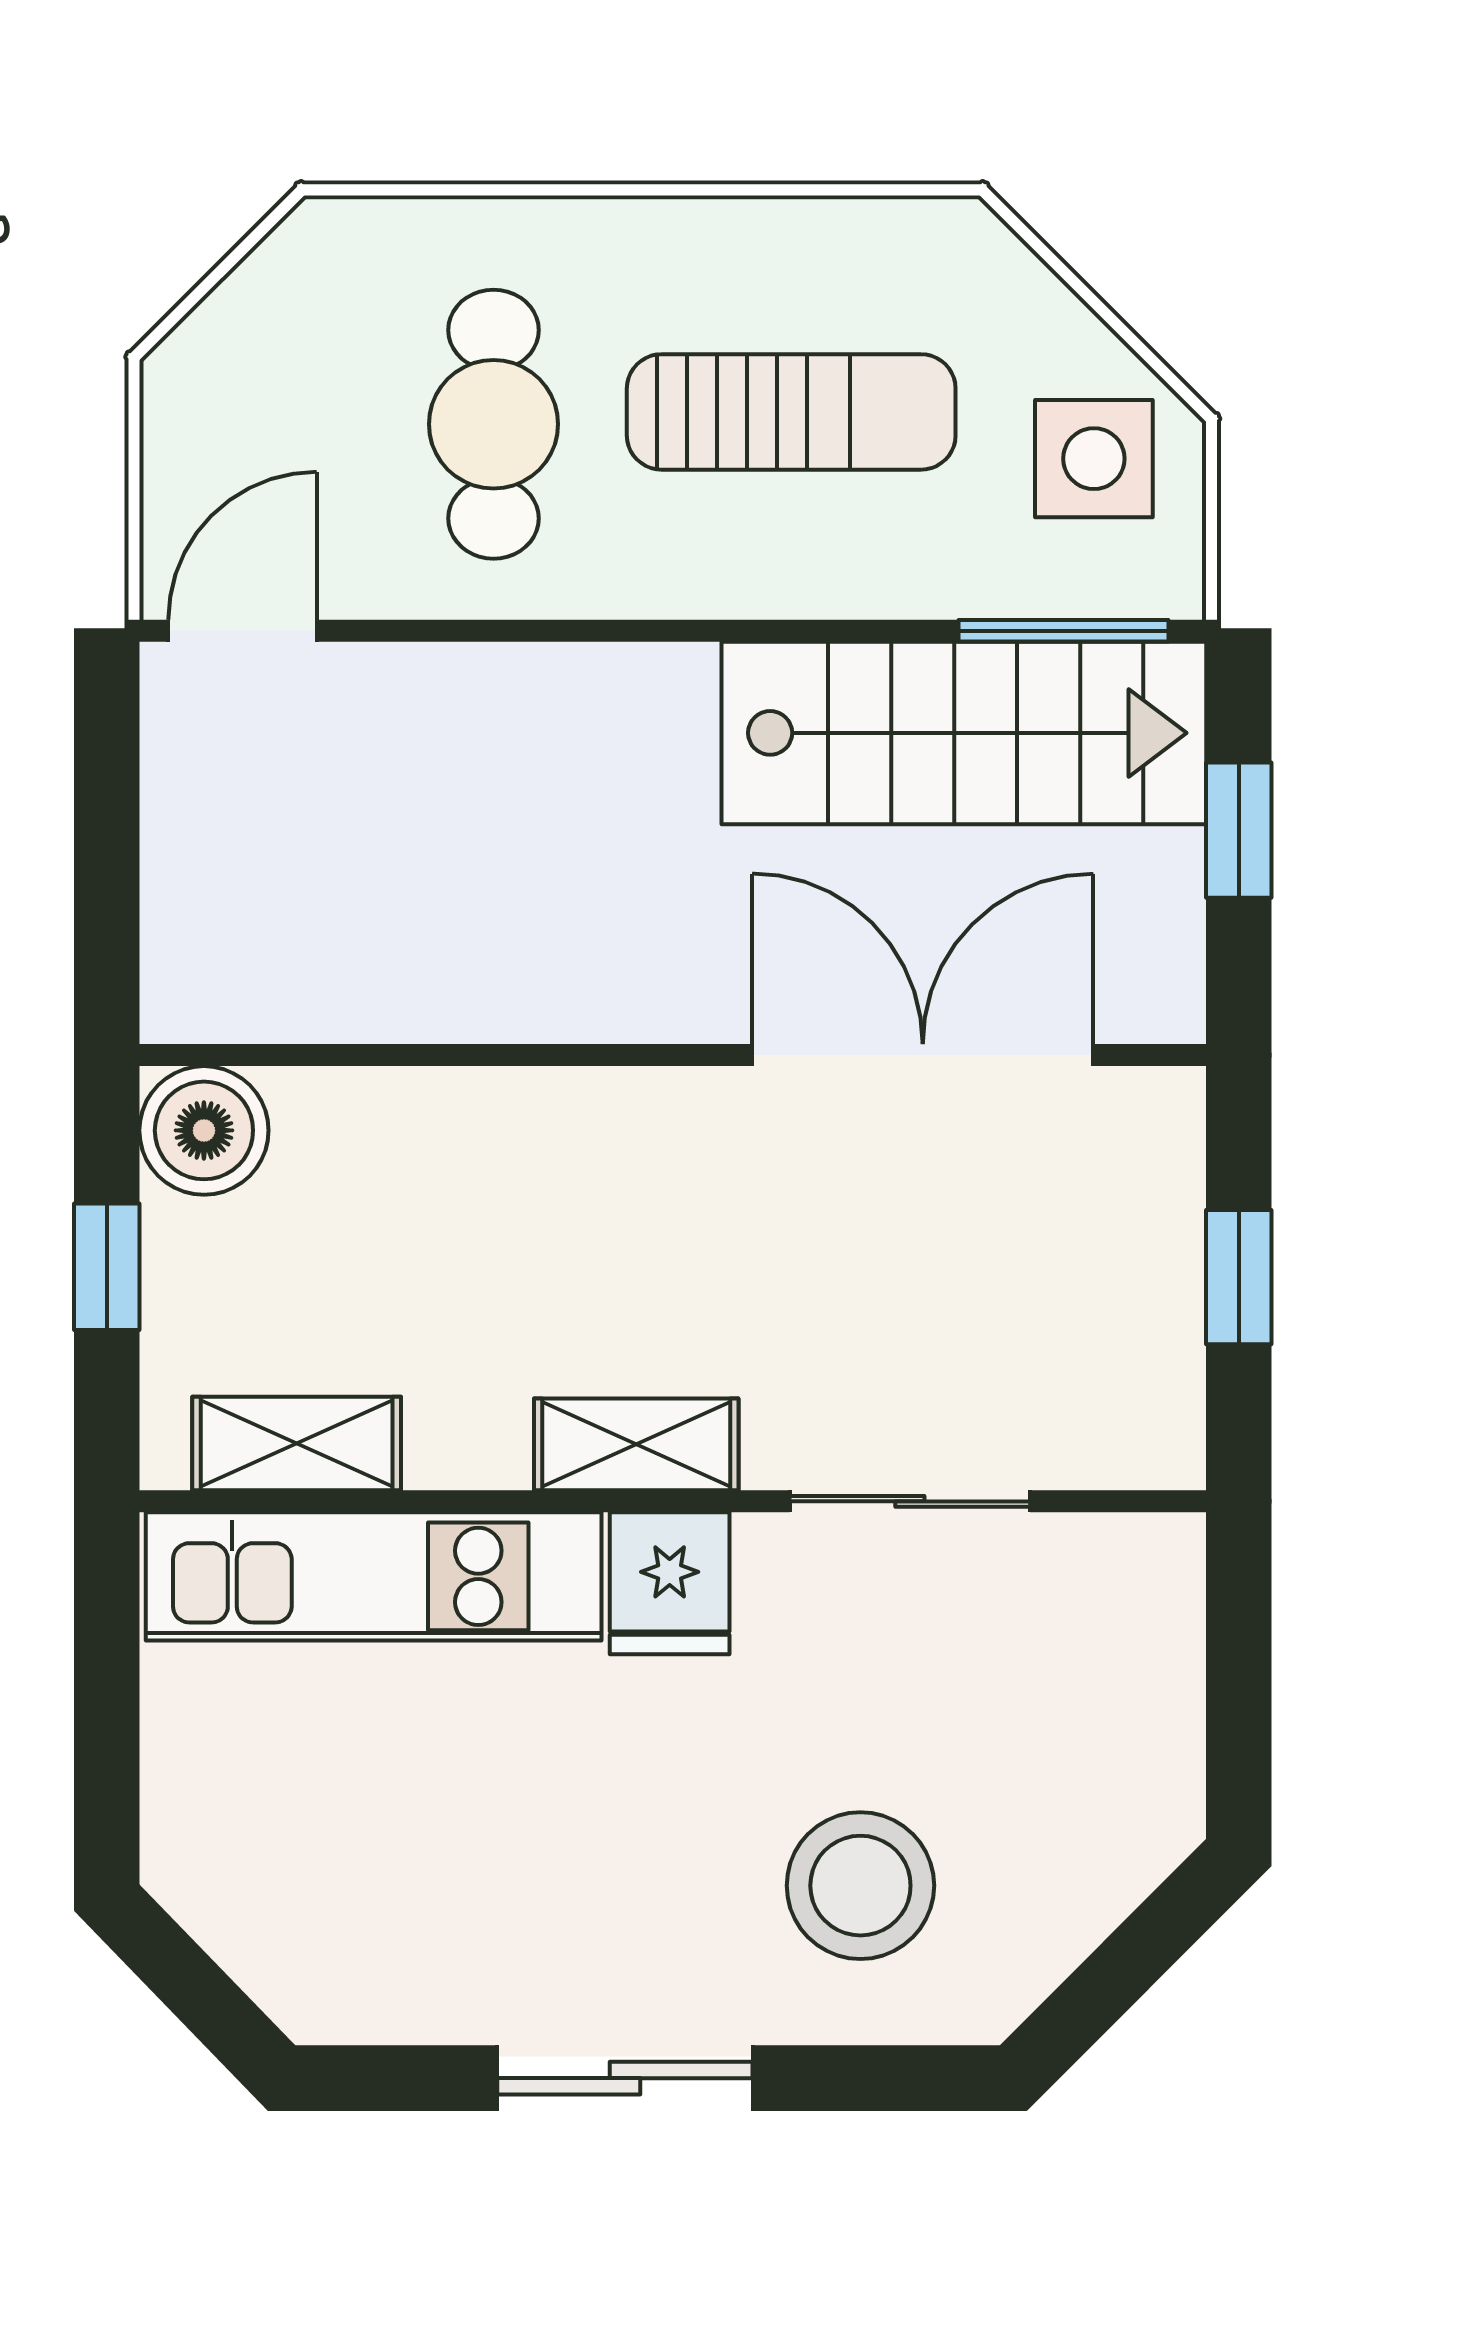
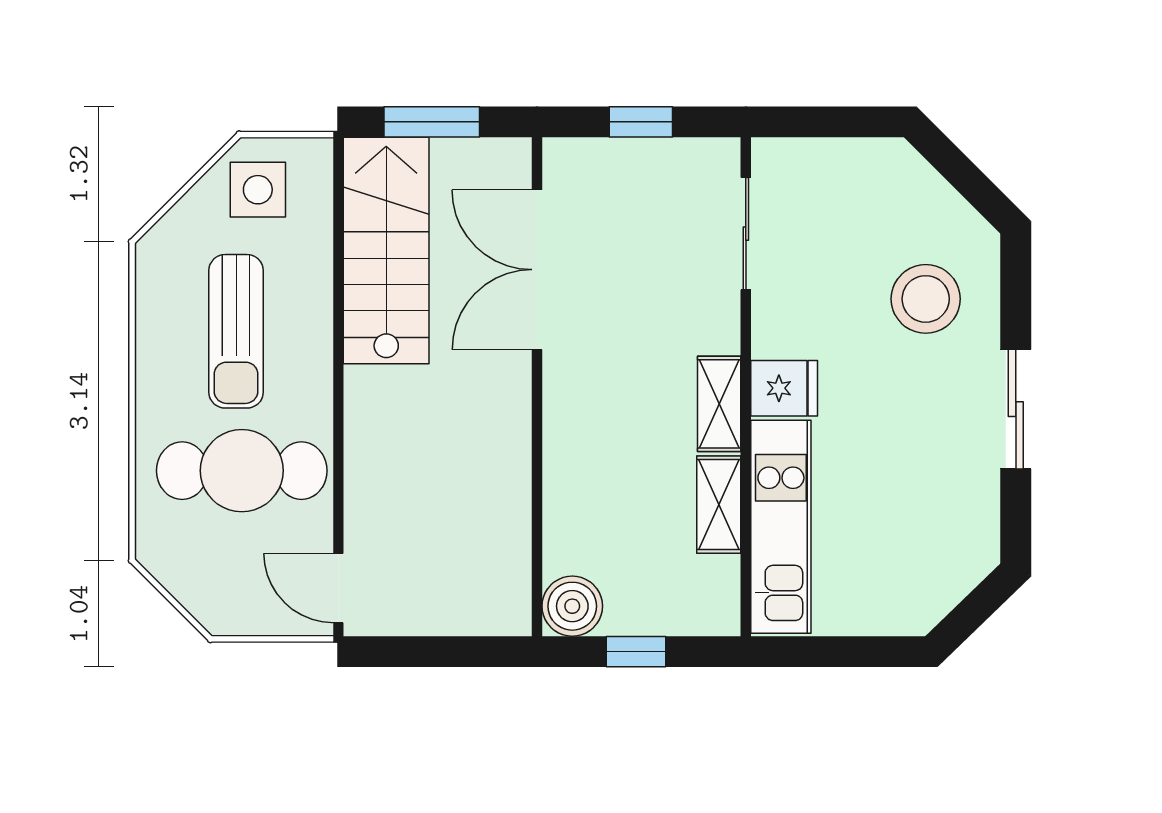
sun lounger: (791, 412) -> (236, 331), turned 180
cafe table: (494, 424) -> (242, 471), width x1.37, depth x1.35
window: (1063, 631) -> (338, 204), removed
window: (1239, 830) -> (432, 122), width x1.50
shelving: (297, 1443) -> (719, 505), moved
sliding door: (910, 1501) -> (746, 234), moved

